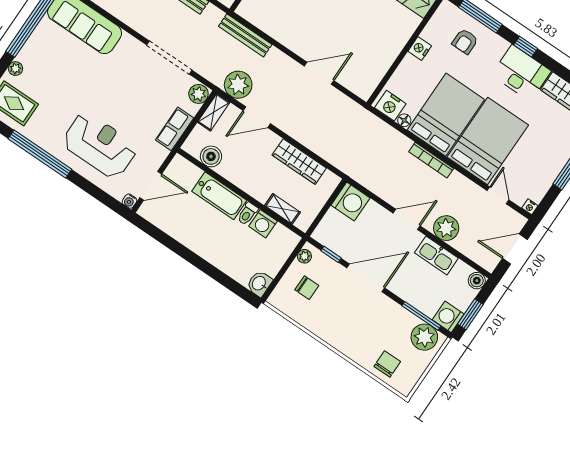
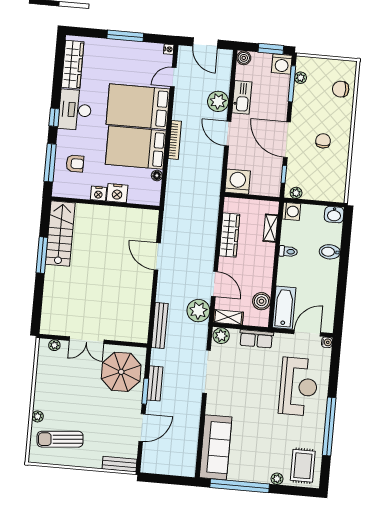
nightstand: (390, 106) -> (117, 193), moved, turned 90
reception desk: (100, 145) -> (298, 387), turned 180
door: (151, 186) -> (307, 333), hinge flipped
bathtub: (219, 196) -> (284, 308), moved
washing machine: (263, 224) -> (291, 211), moved
bidet: (223, 257) -> (330, 252), added
chair: (307, 288) -> (323, 141), moved
plant: (424, 337) -> (301, 78), width x0.53, depth x0.53

